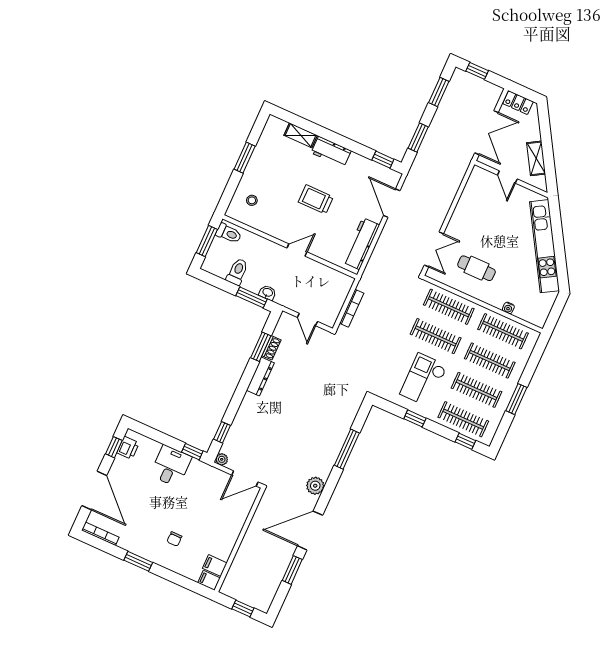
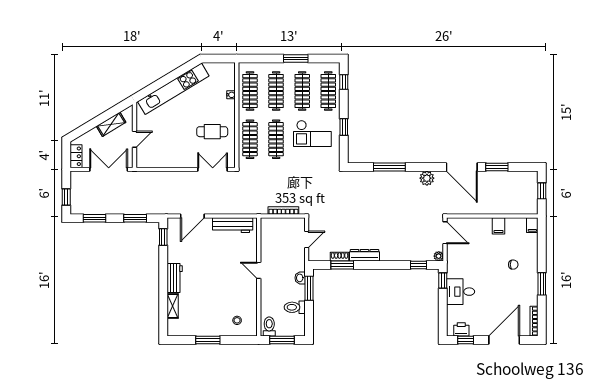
trolley: (316, 199) -> (215, 273), removed
cafe table: (476, 268) -> (212, 132), turned 90
filing cabinet: (215, 566) -> (499, 226), moved

